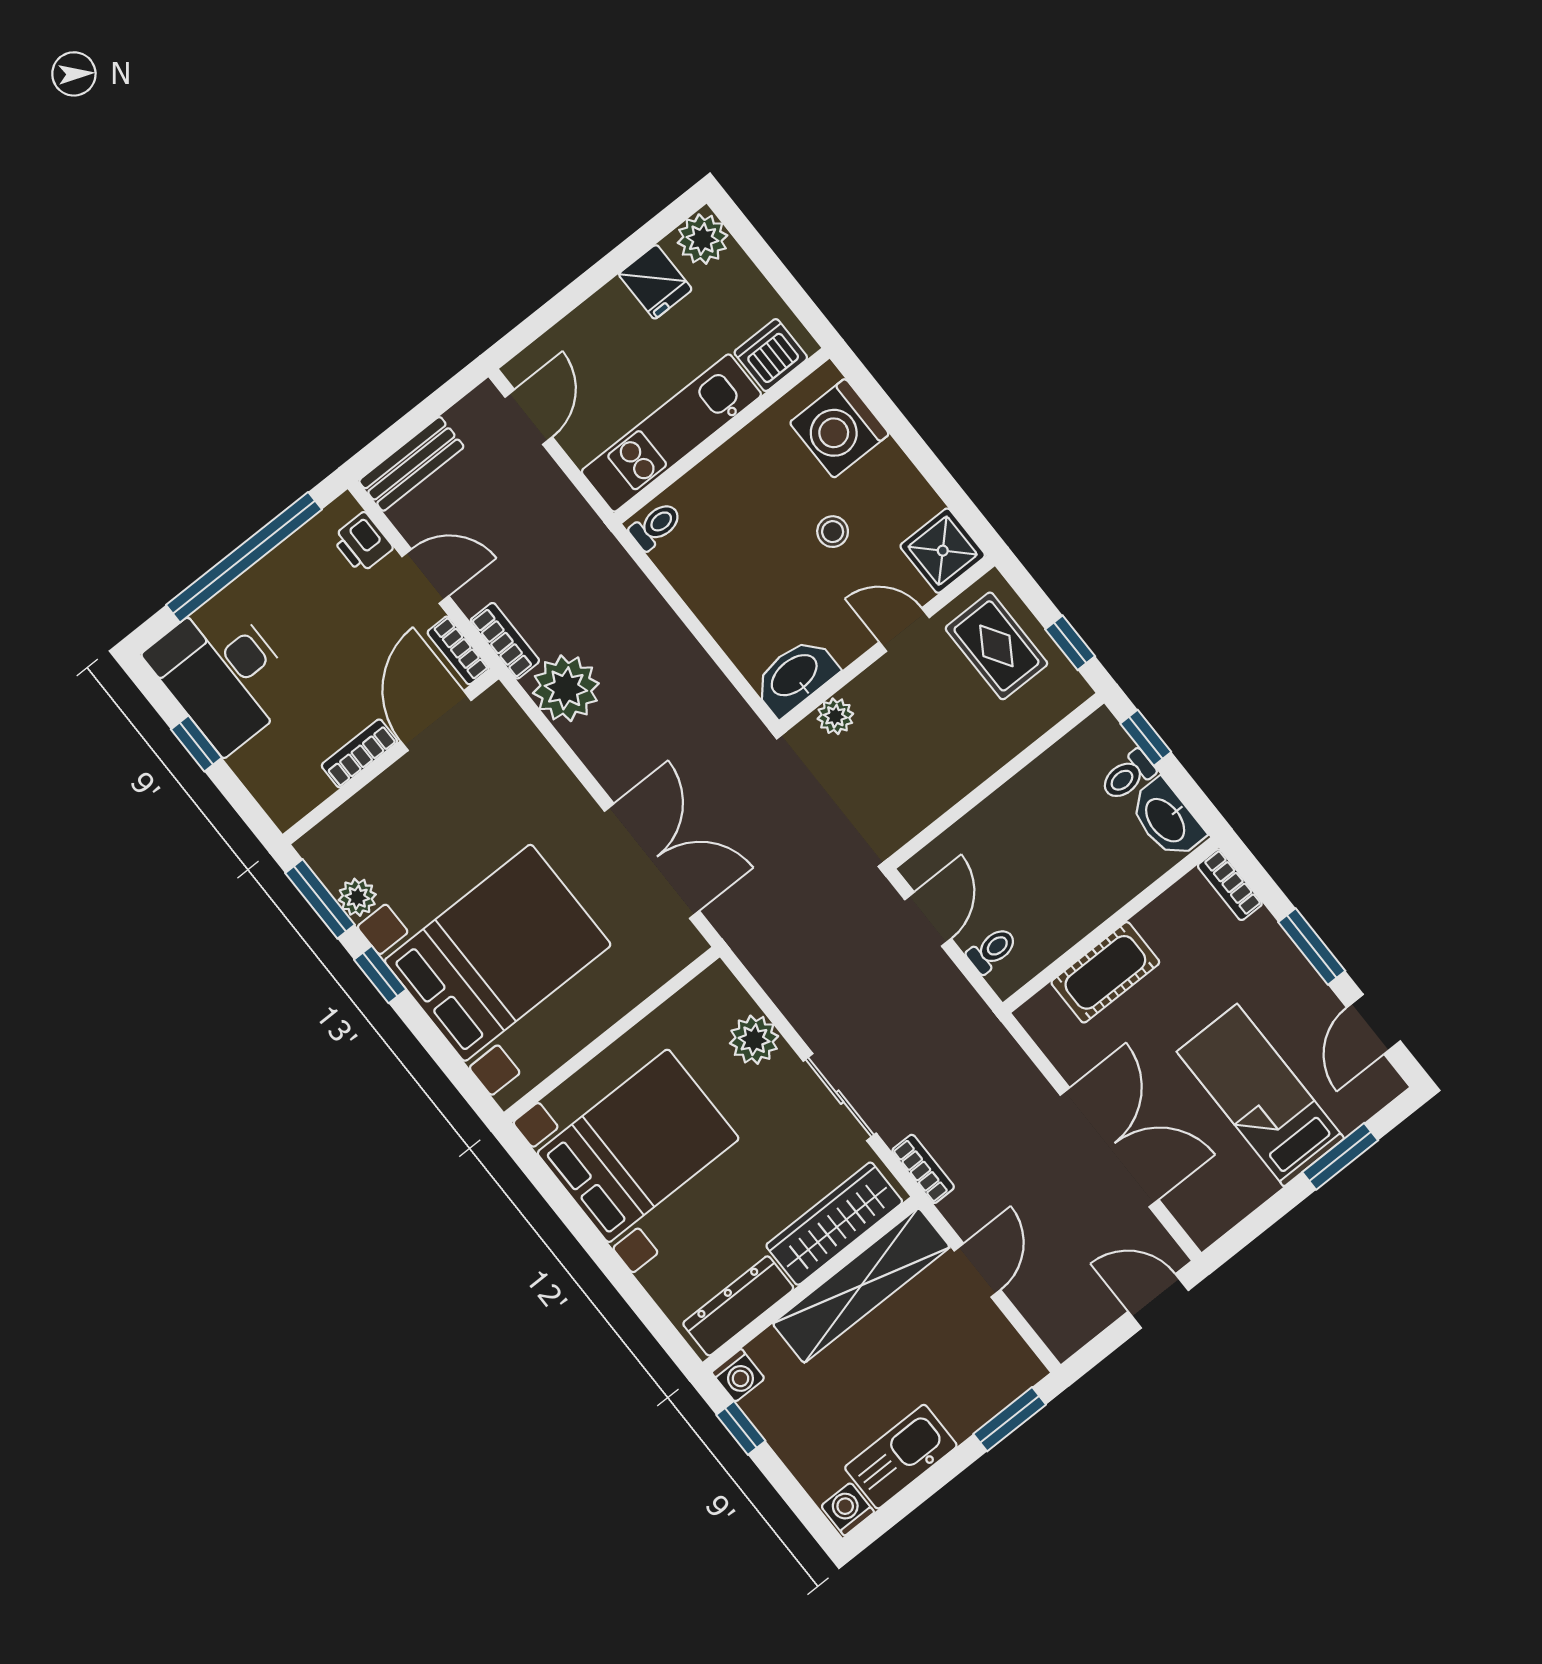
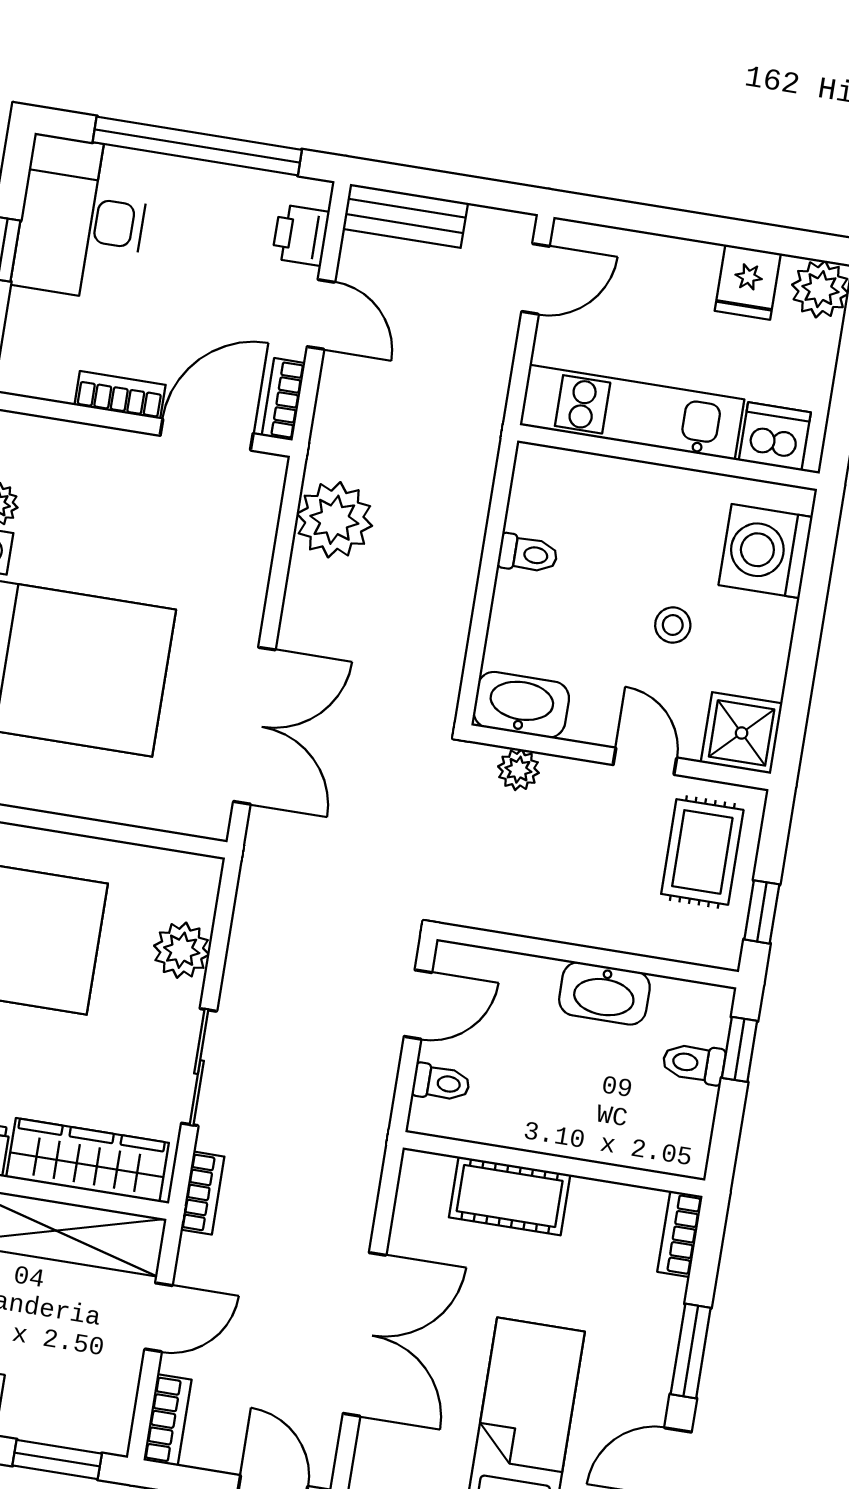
toilet: (656, 526) -> (528, 554), moved
bookcase: (505, 641) -> (167, 1420), moved
washbasin: (1166, 819) -> (604, 993), moved, turned -90

